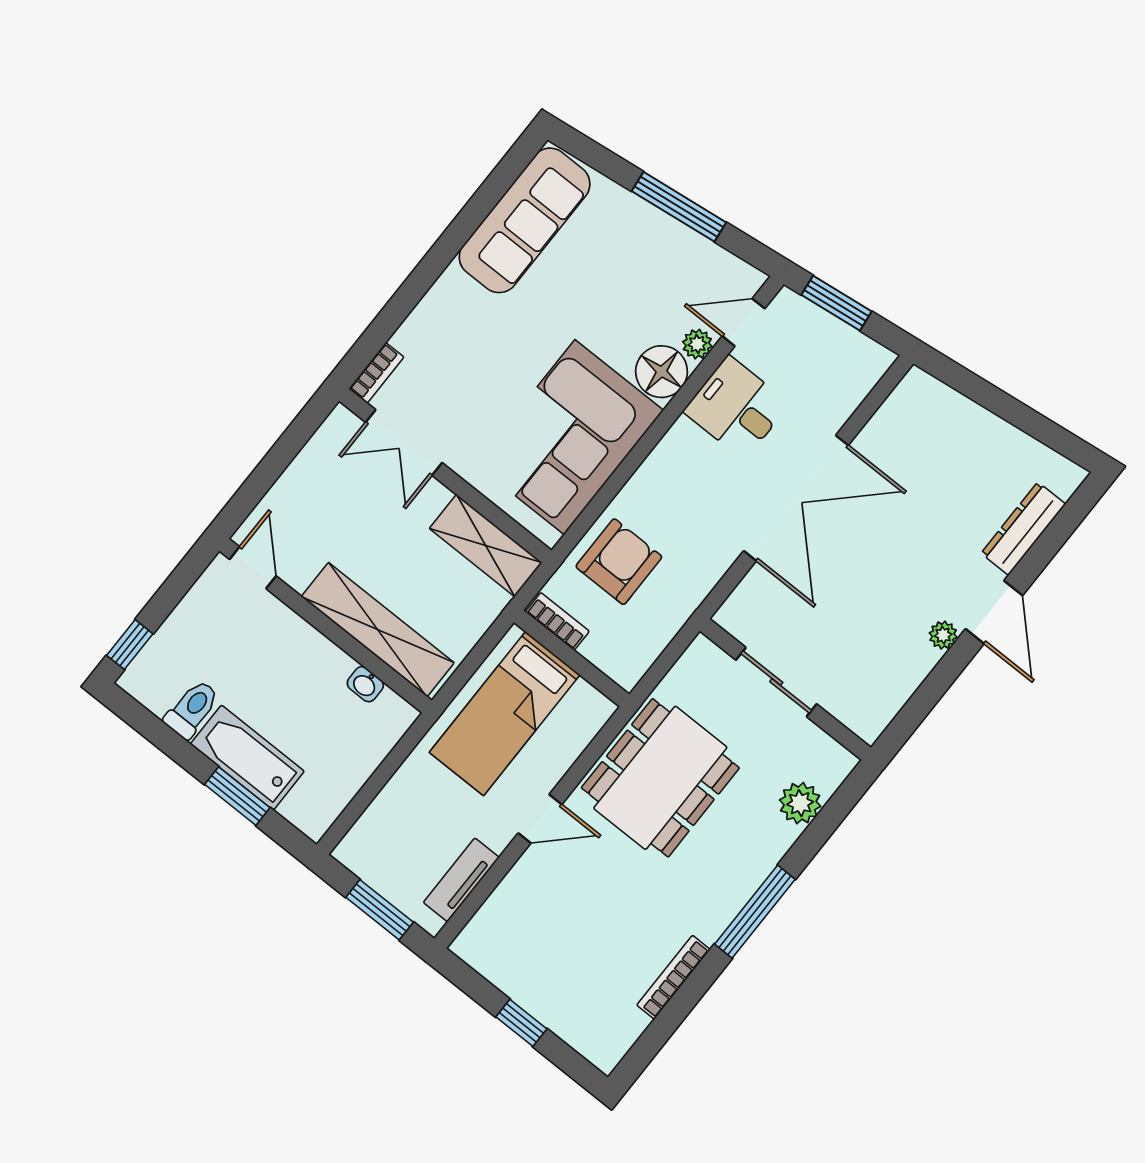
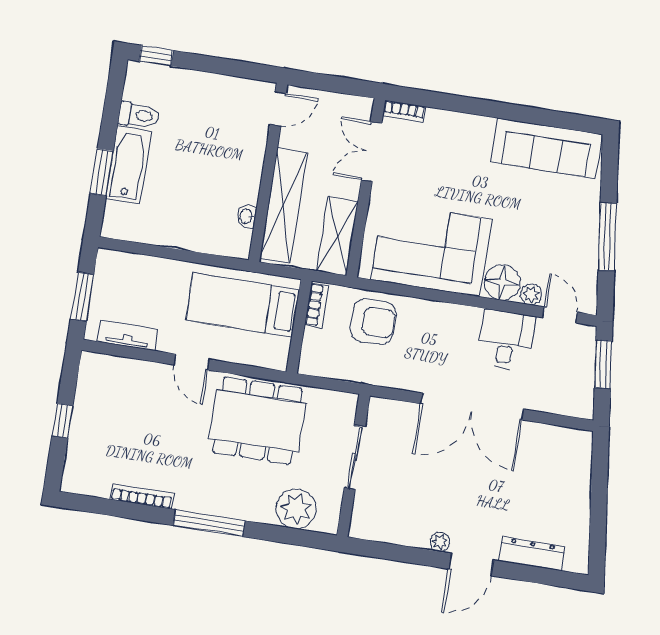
door: (253, 568) -> (278, 109), moved
wall: (326, 626) -> (268, 172), moved
shelving: (378, 630) -> (283, 205), moved
washbasin: (365, 684) -> (246, 216), moved
plant: (800, 803) -> (296, 509), width x1.36, depth x1.36

